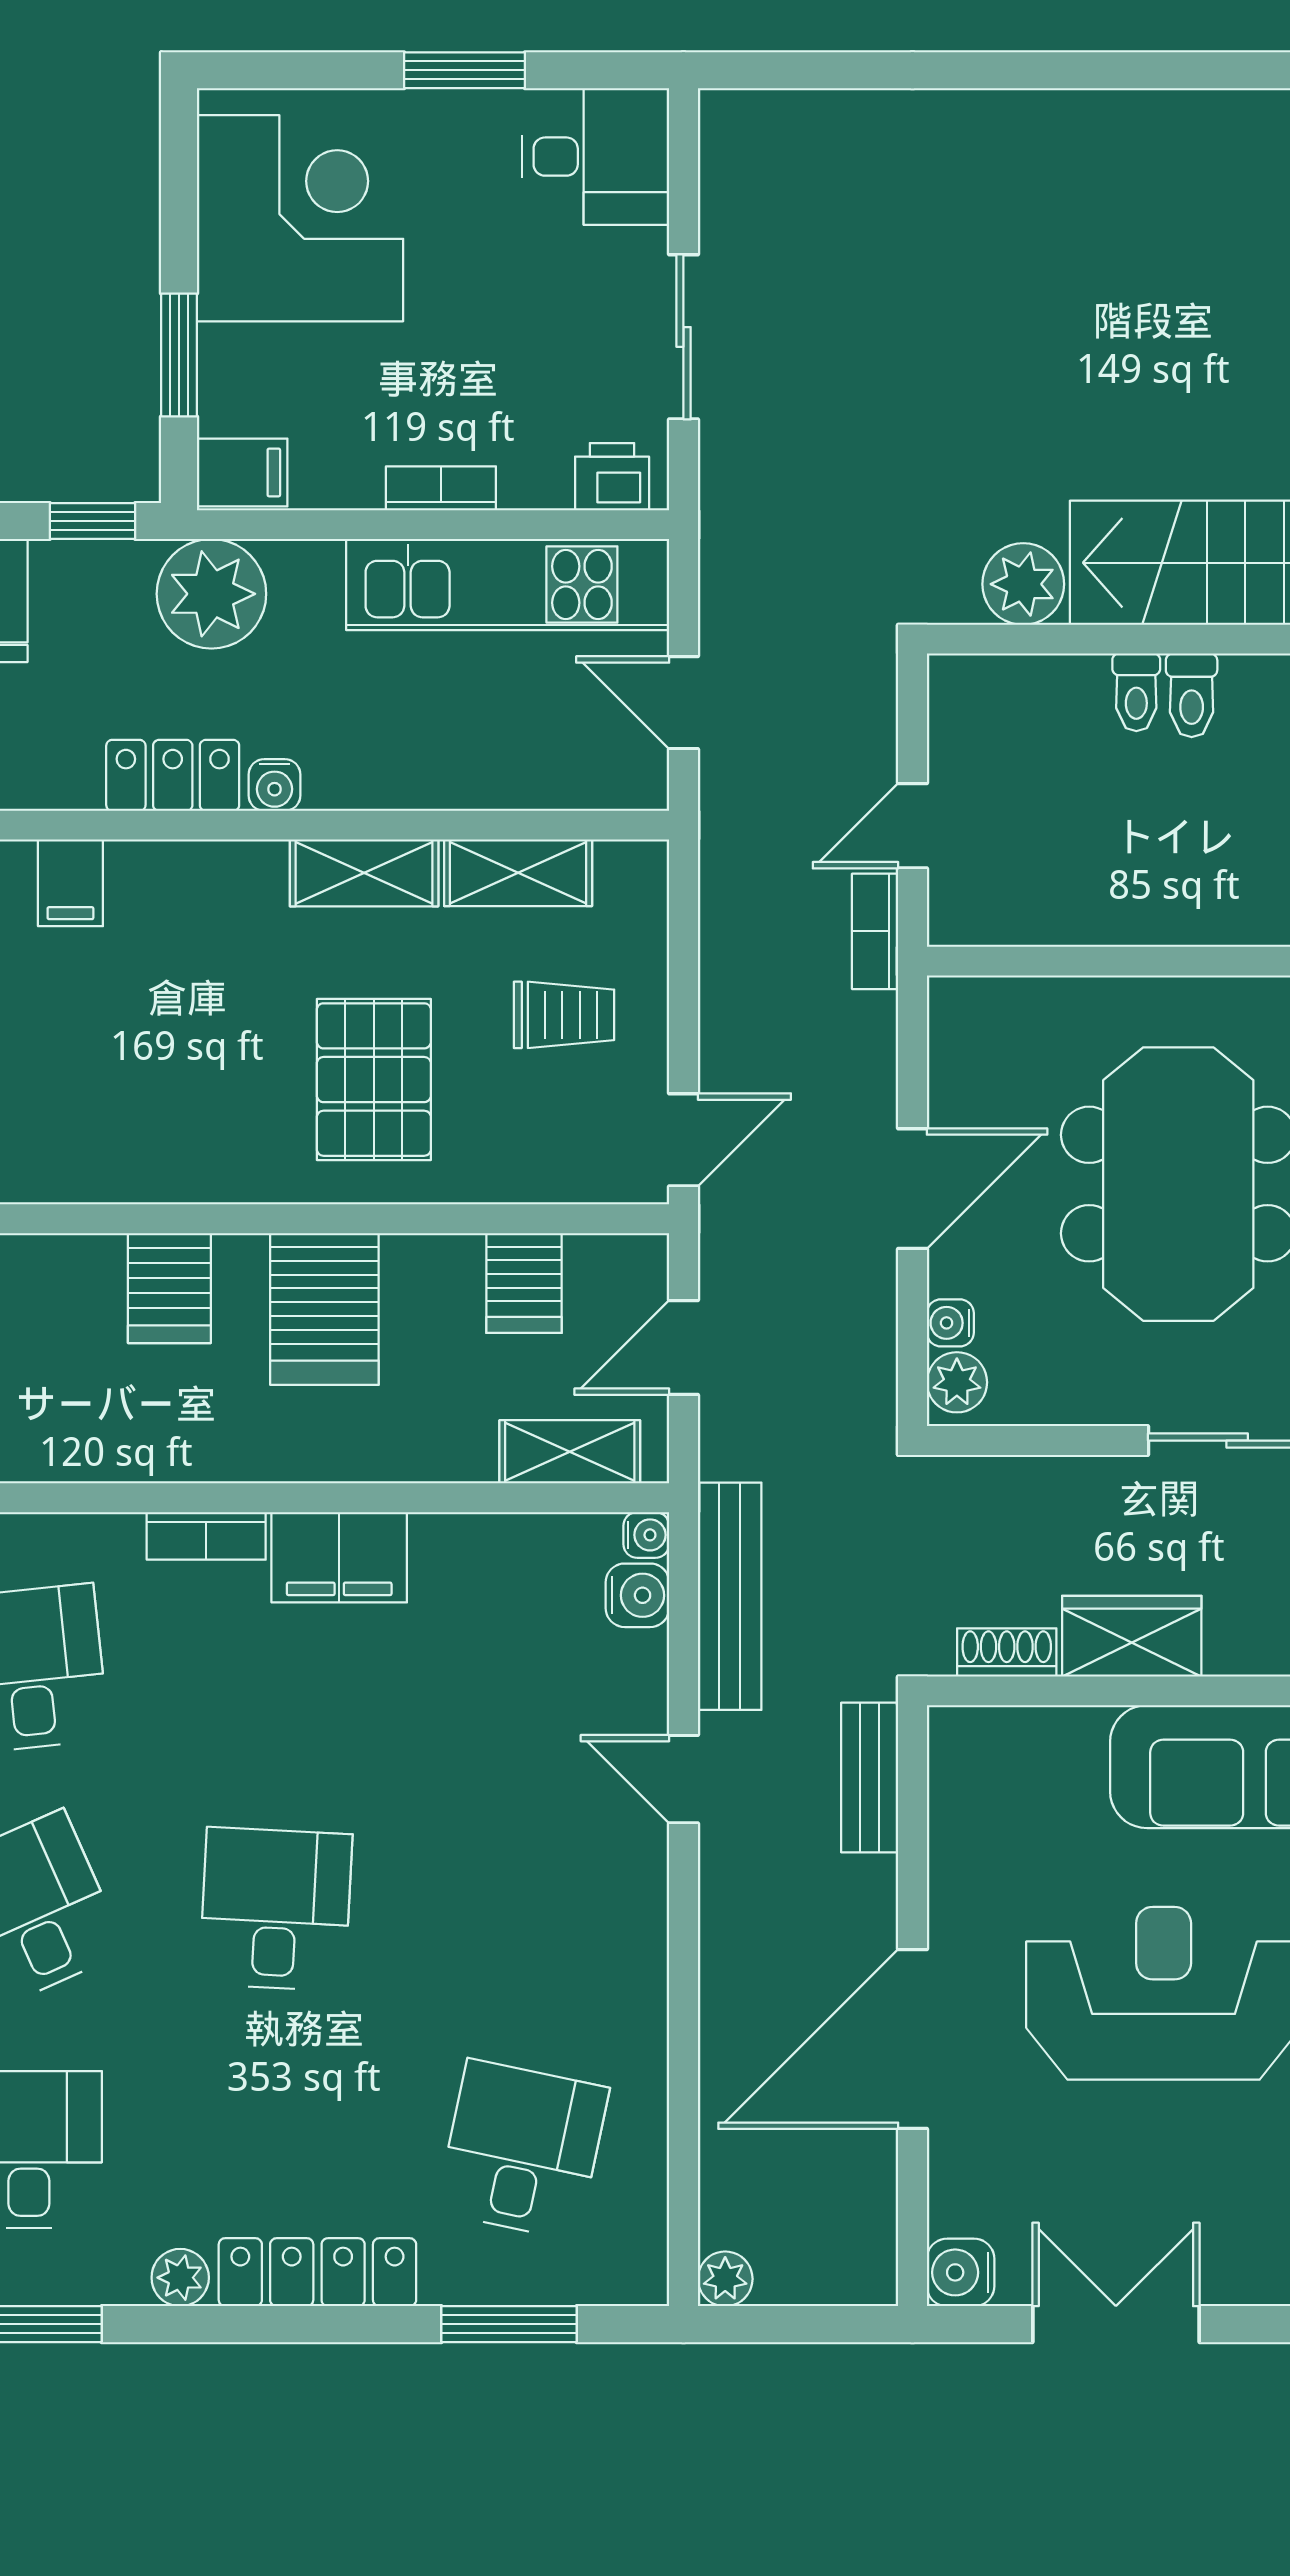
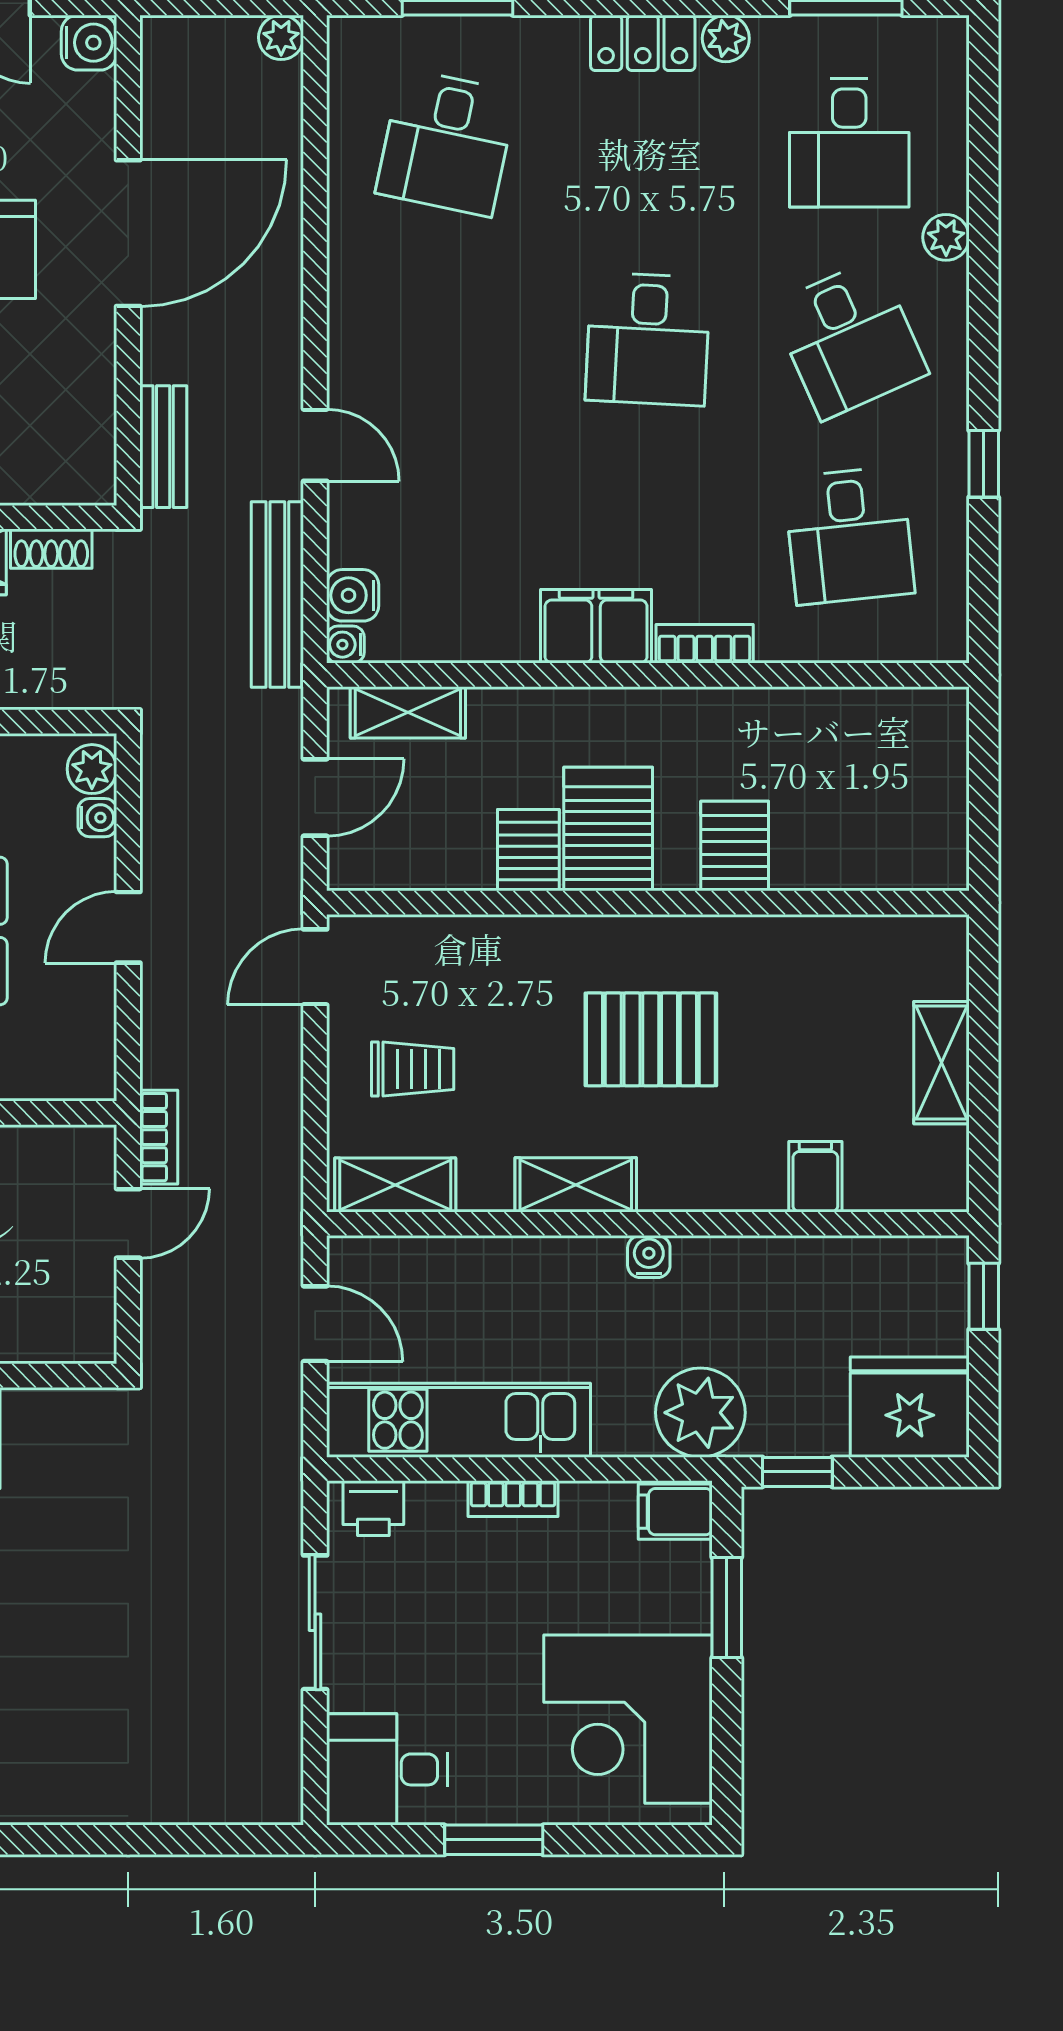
plant: (1023, 584) -> (38, 1421), removed
locker: (173, 775) -> (732, 1264), removed
shelving: (518, 873) -> (395, 1185), moved
trolley: (564, 1015) -> (413, 1069), turned 180
pallet: (374, 1080) -> (651, 1039), moved, turned 90
door: (912, 1189) -> (128, 927), width x0.73
server rack: (524, 1283) -> (528, 850), moved
locker: (317, 2272) -> (643, 43), width x0.66

